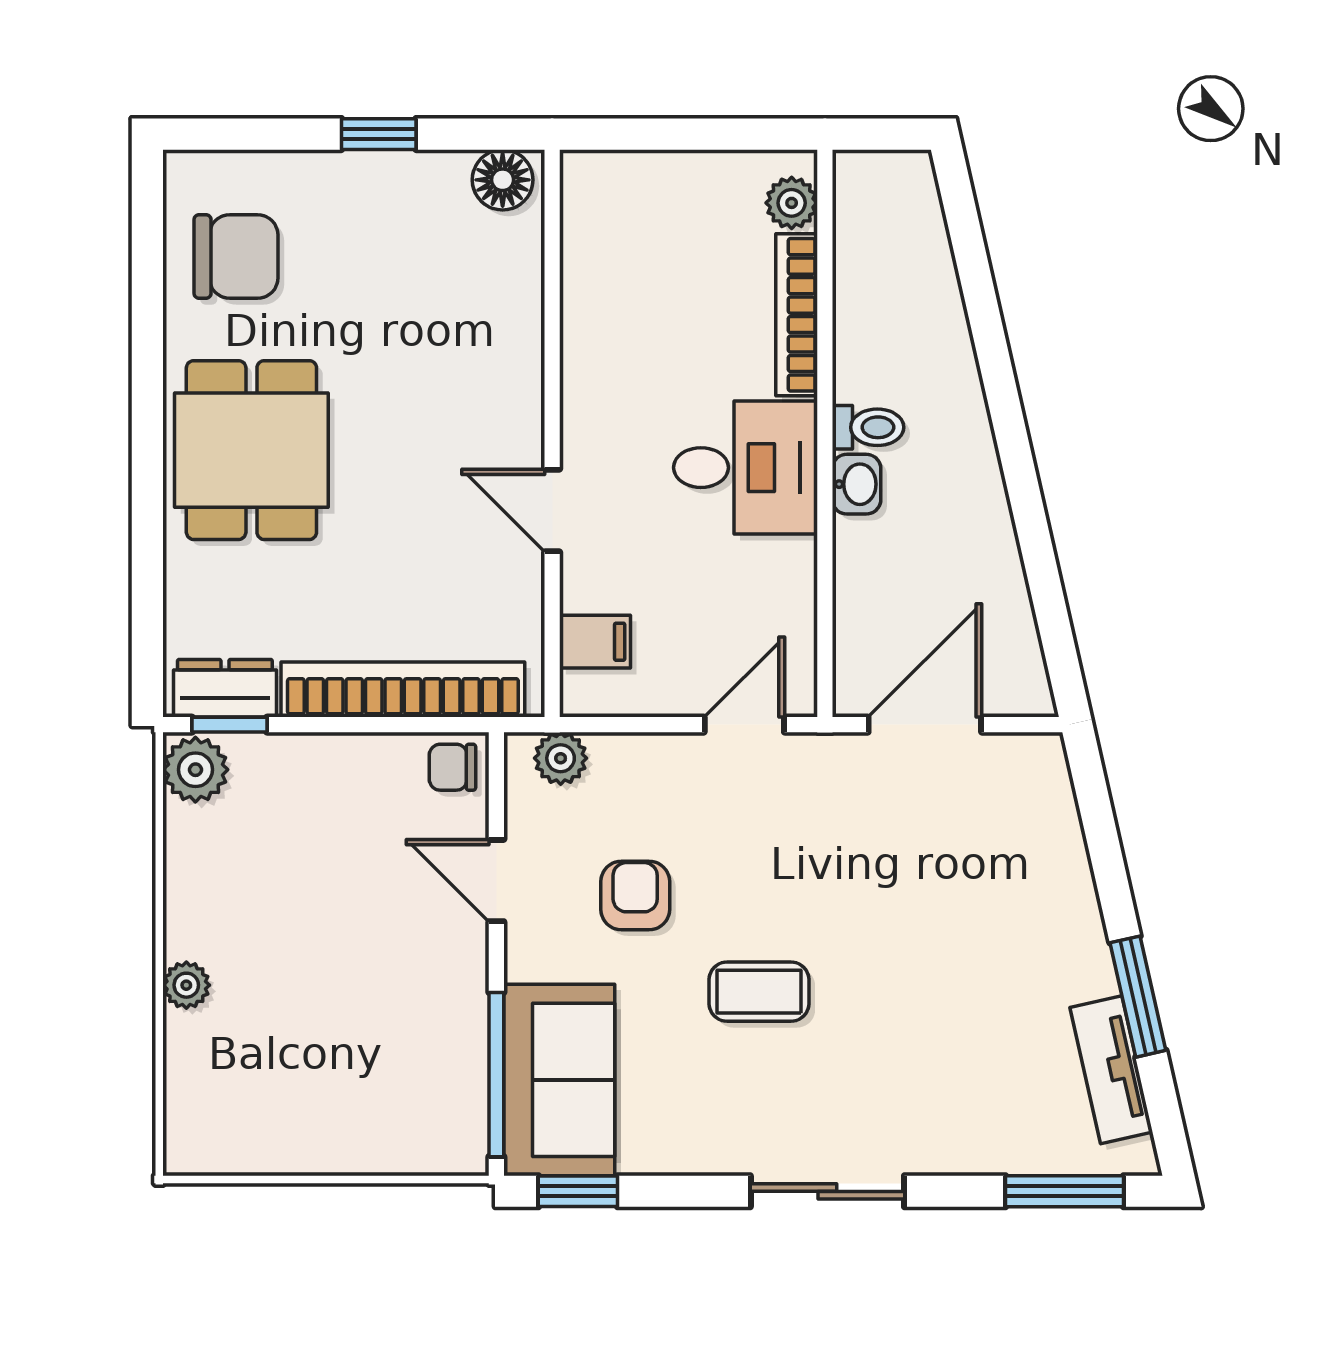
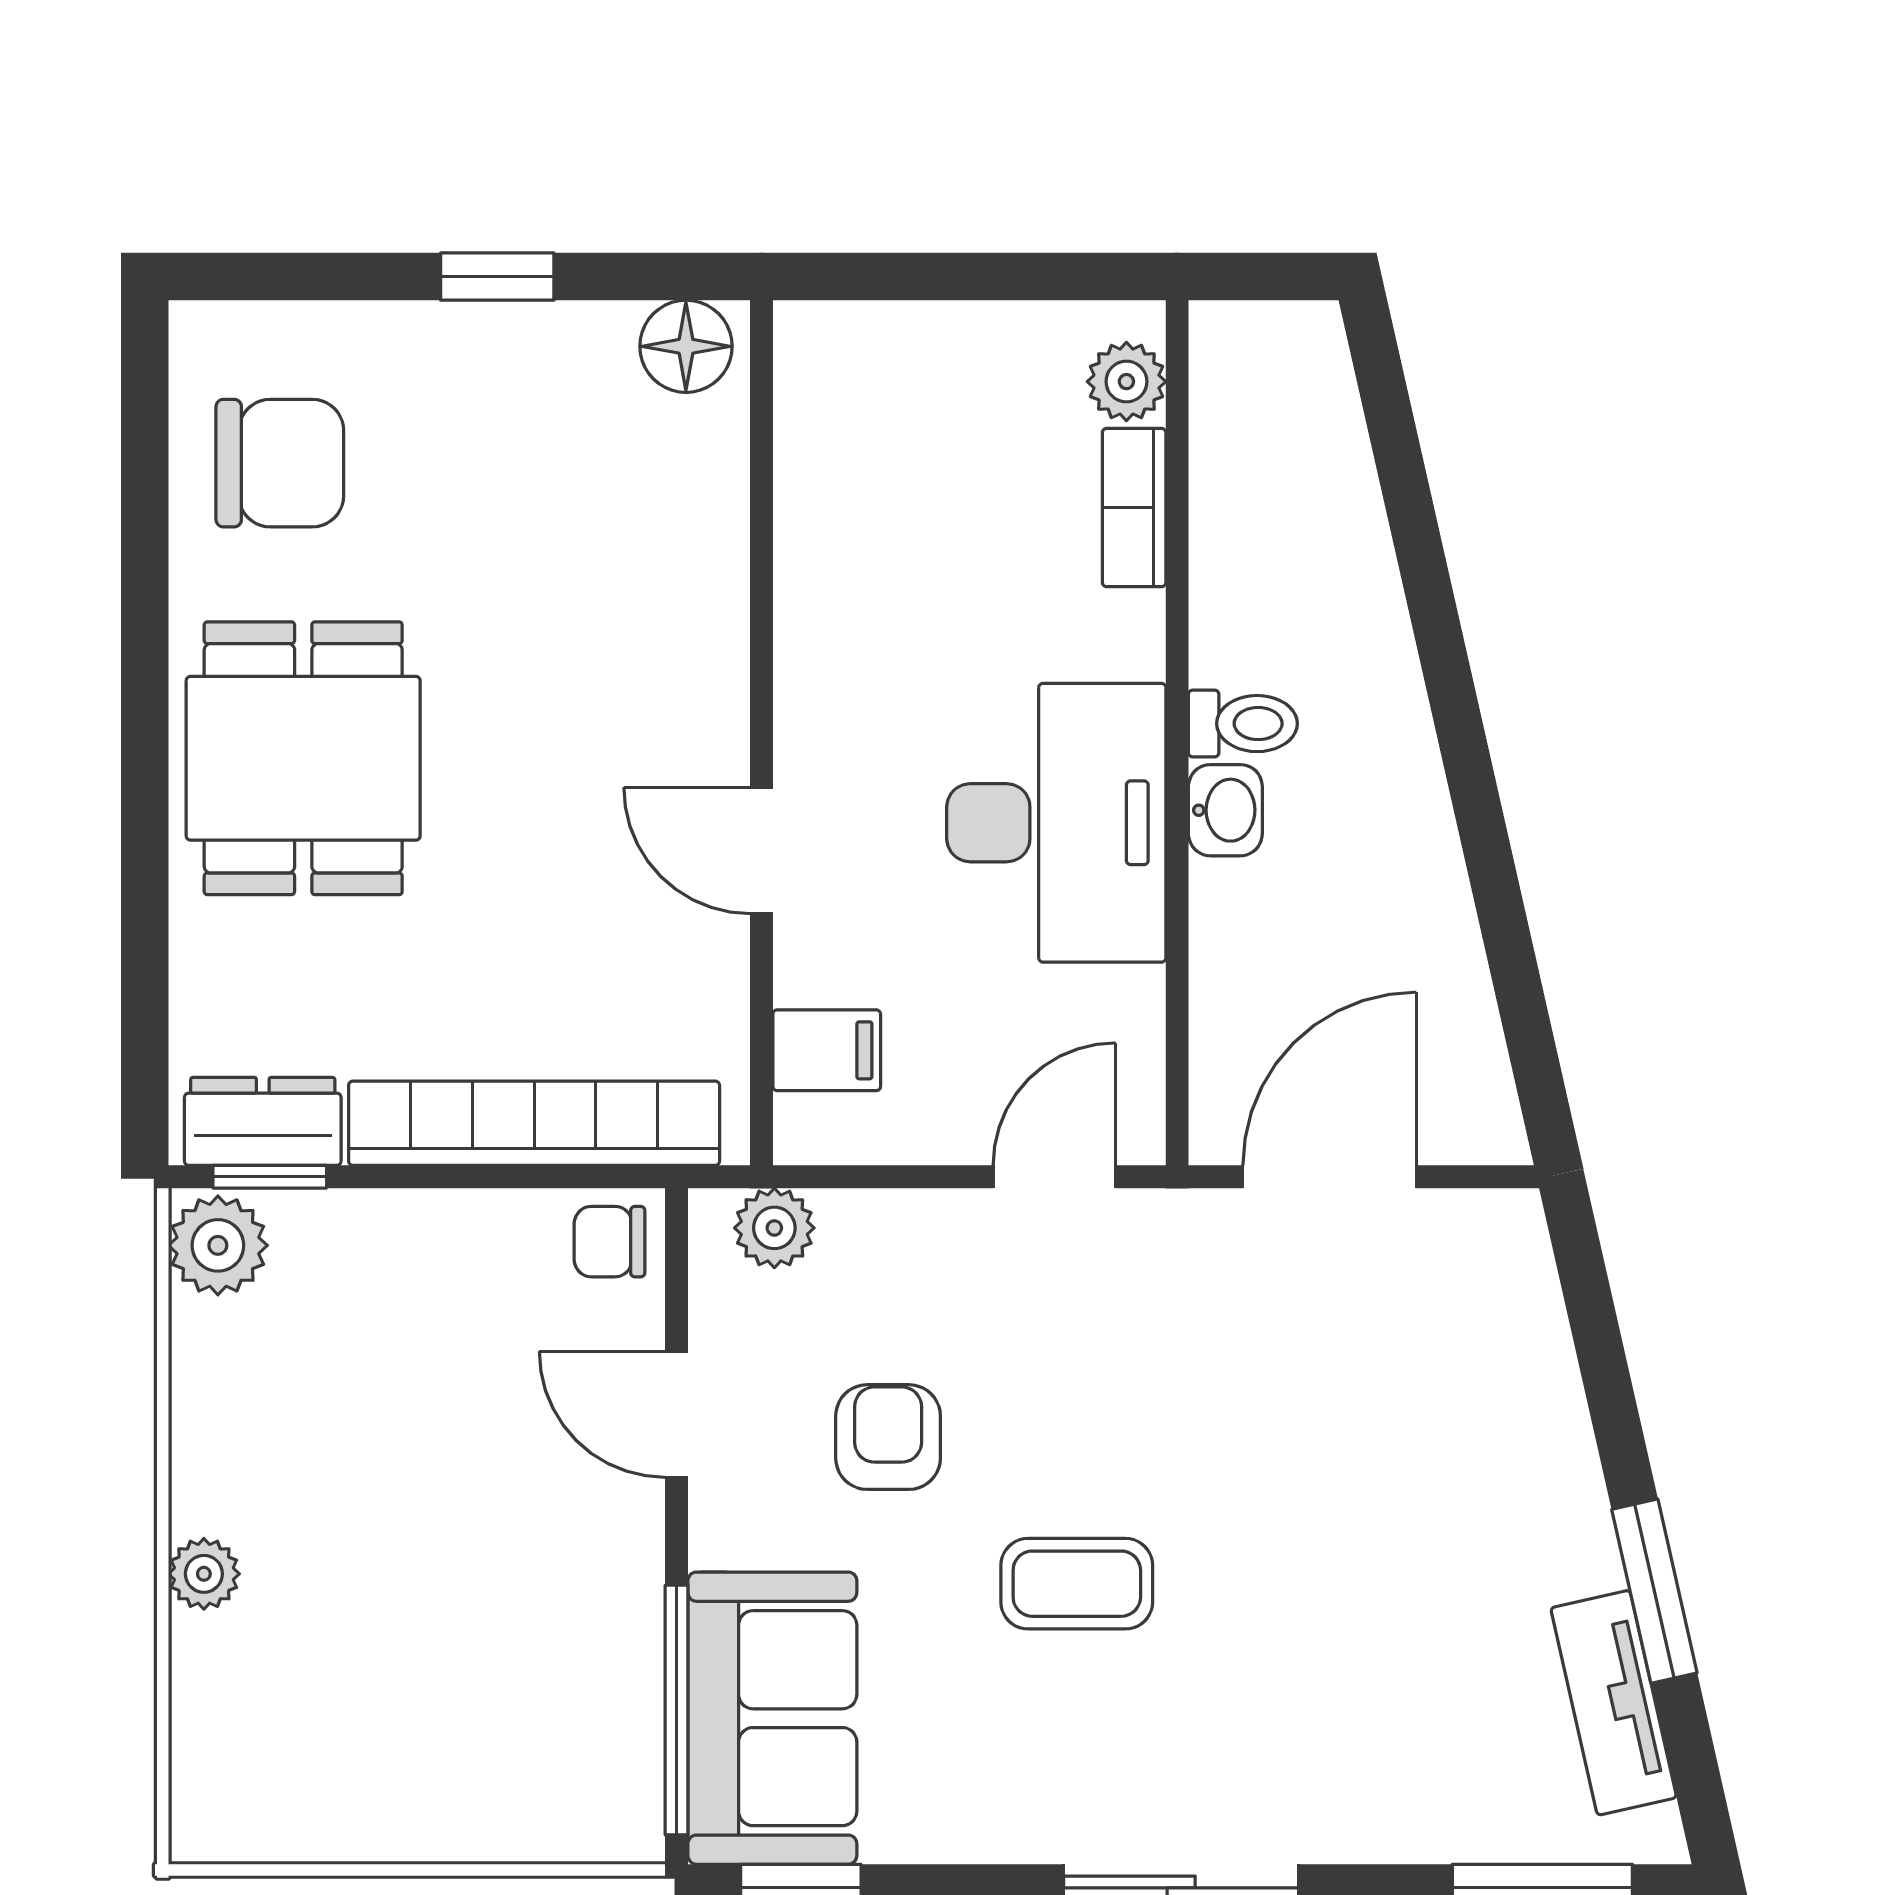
bookcase: (797, 315) -> (1134, 508), width x0.64
desk: (746, 468) -> (1056, 823), width x1.37

